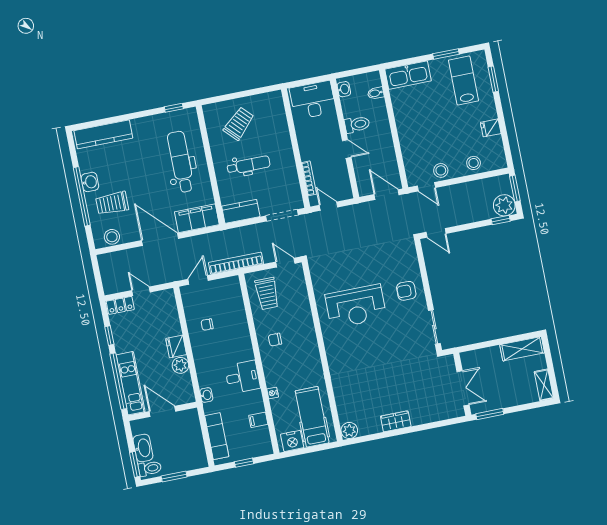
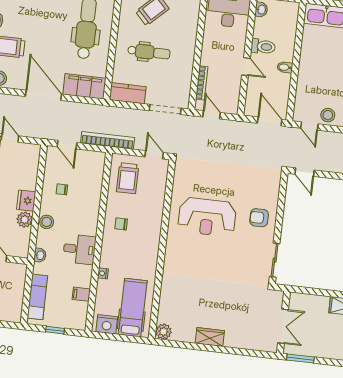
bidet: (376, 93) -> (285, 67), moved
door: (198, 280) -> (67, 145), swing flipped
stool: (202, 361) -> (47, 222), added

